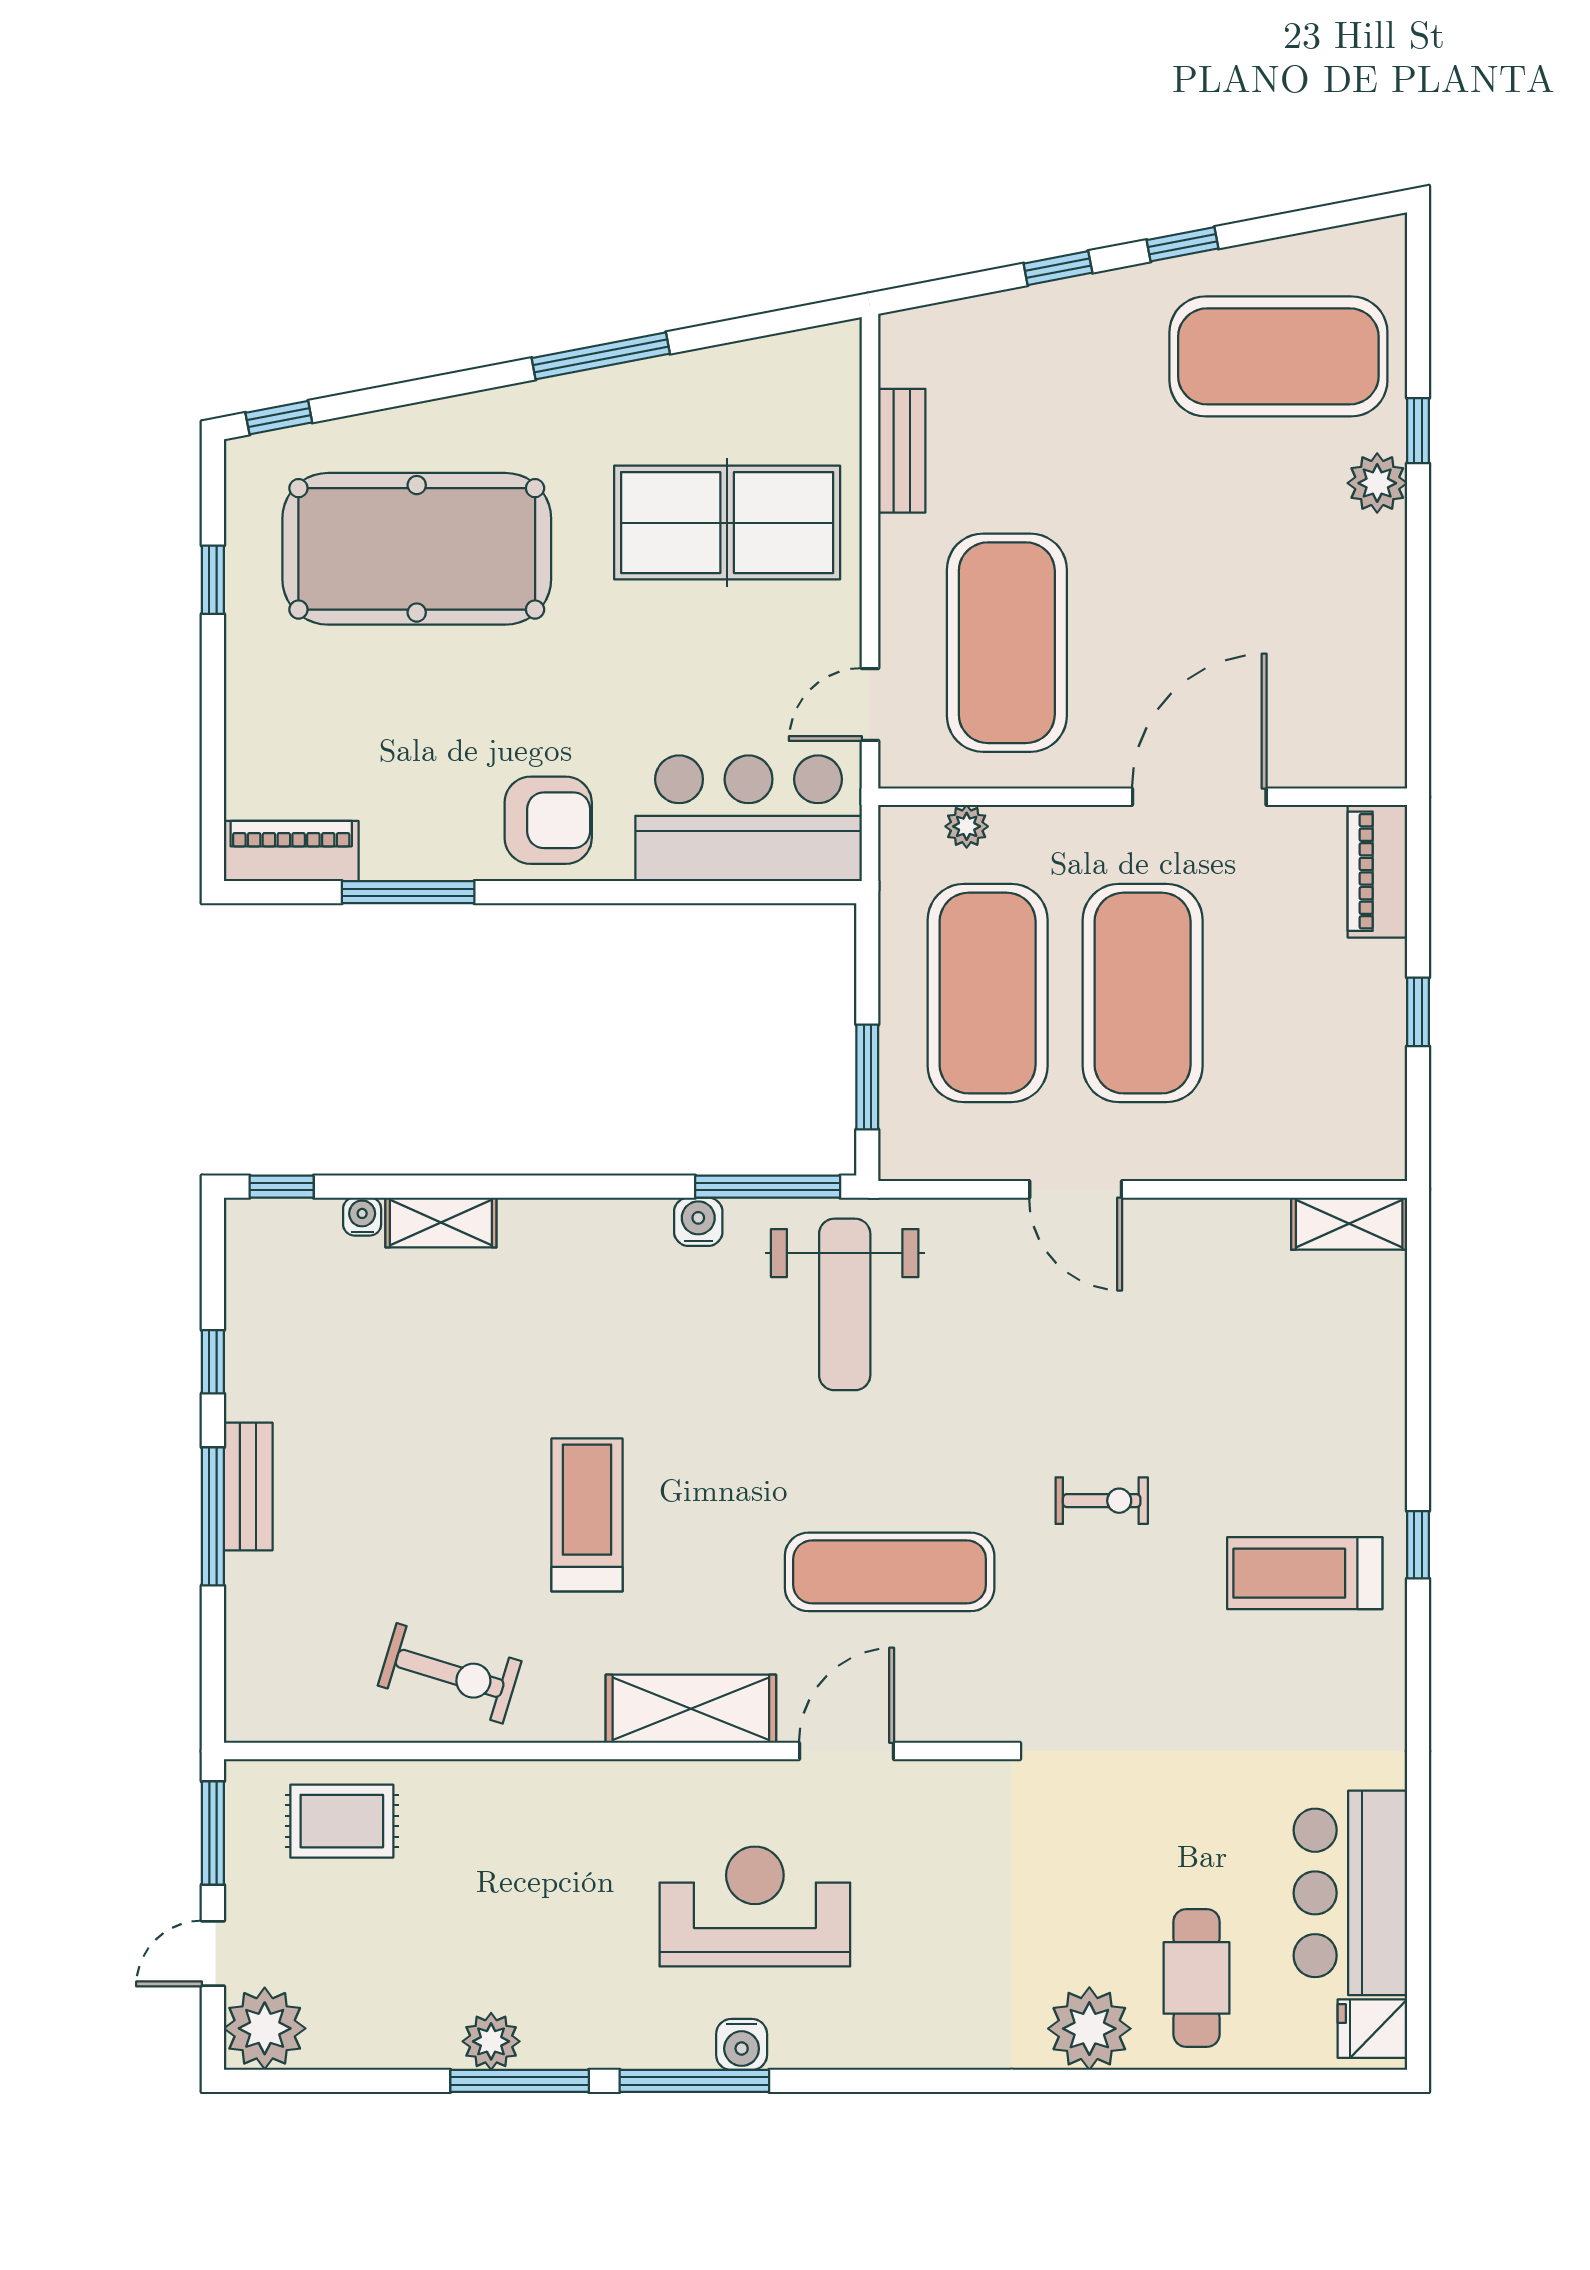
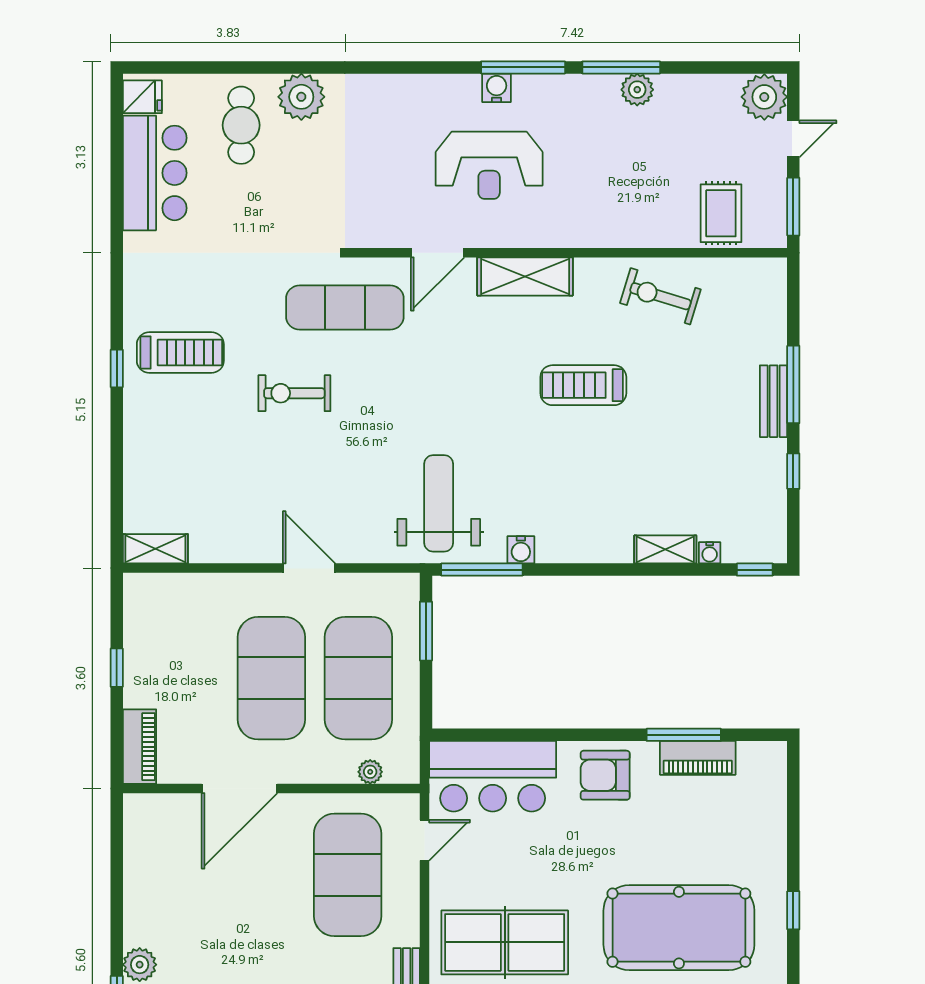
piano: (291, 851) -> (698, 758), moved
exercise bike: (1102, 1501) -> (294, 393), width x1.38, depth x1.39
treadmill: (587, 1515) -> (583, 385), turned 90
exercise mat: (890, 1572) -> (345, 308), moved
rug: (342, 1821) -> (721, 213), turned 90

